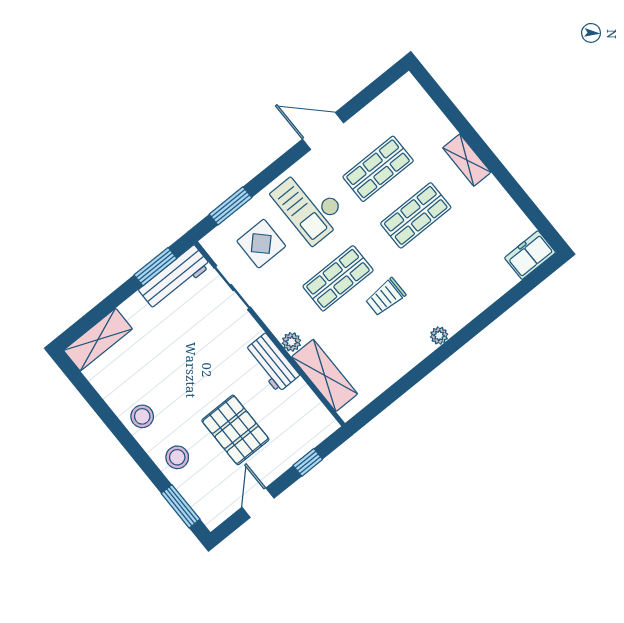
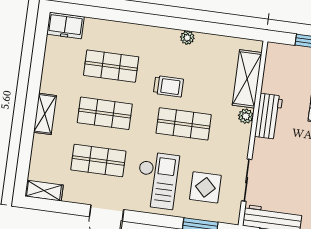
shelving: (397, 93) -> (44, 191), added
shop shelf: (453, 262) -> (111, 66), added
plant: (439, 336) -> (187, 38), moved

